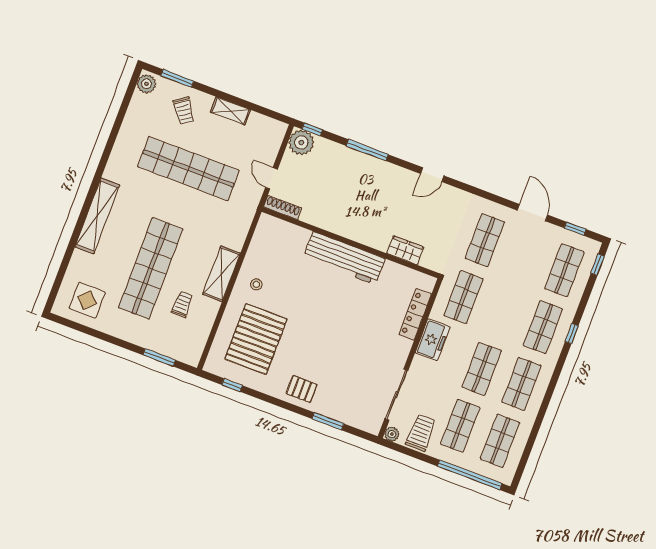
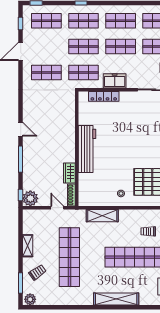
door: (432, 175) -> (20, 129), moved
door: (271, 178) -> (57, 208), swing flipped
wardrobe: (405, 250) -> (69, 173), moved
shelving: (221, 274) -> (102, 216), moved
shop shelf: (503, 312) -> (83, 47), added

